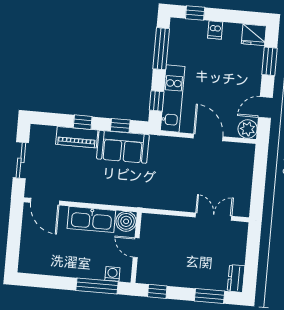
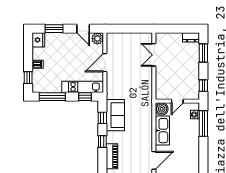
piano: (77, 137) -> (112, 156), moved

